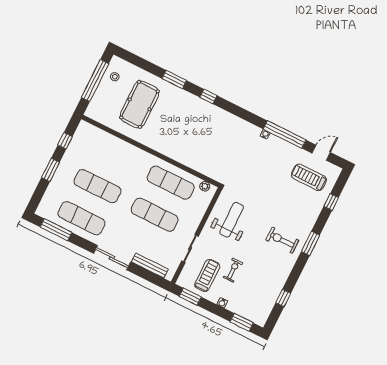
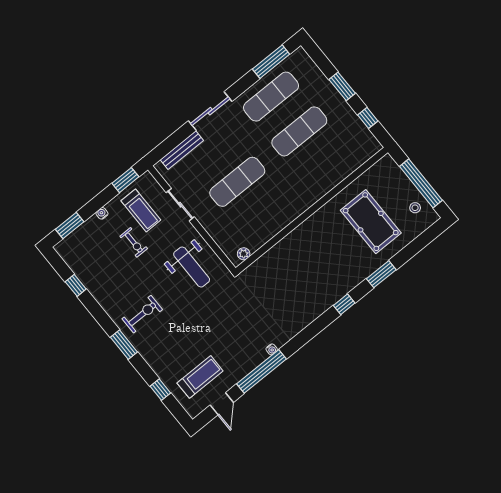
exercise mat: (171, 183) -> (266, 217), removed

